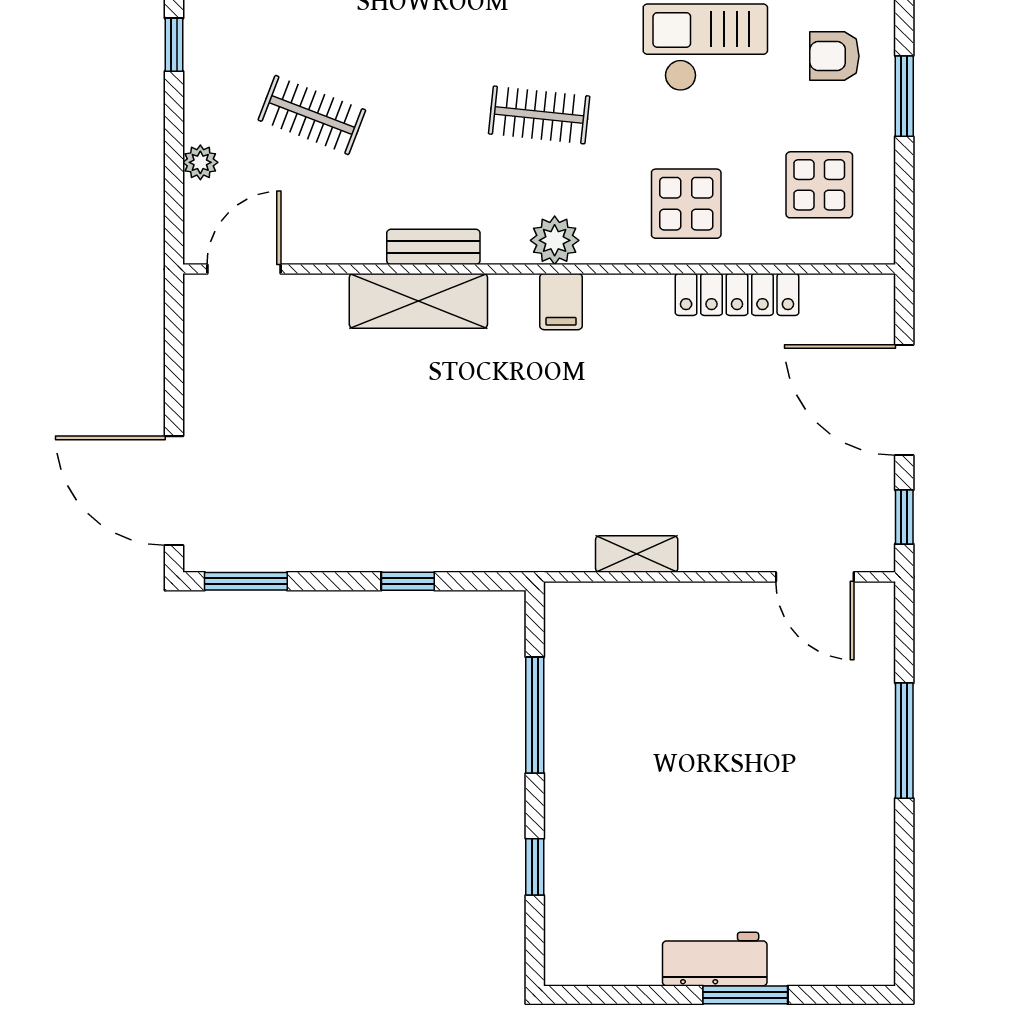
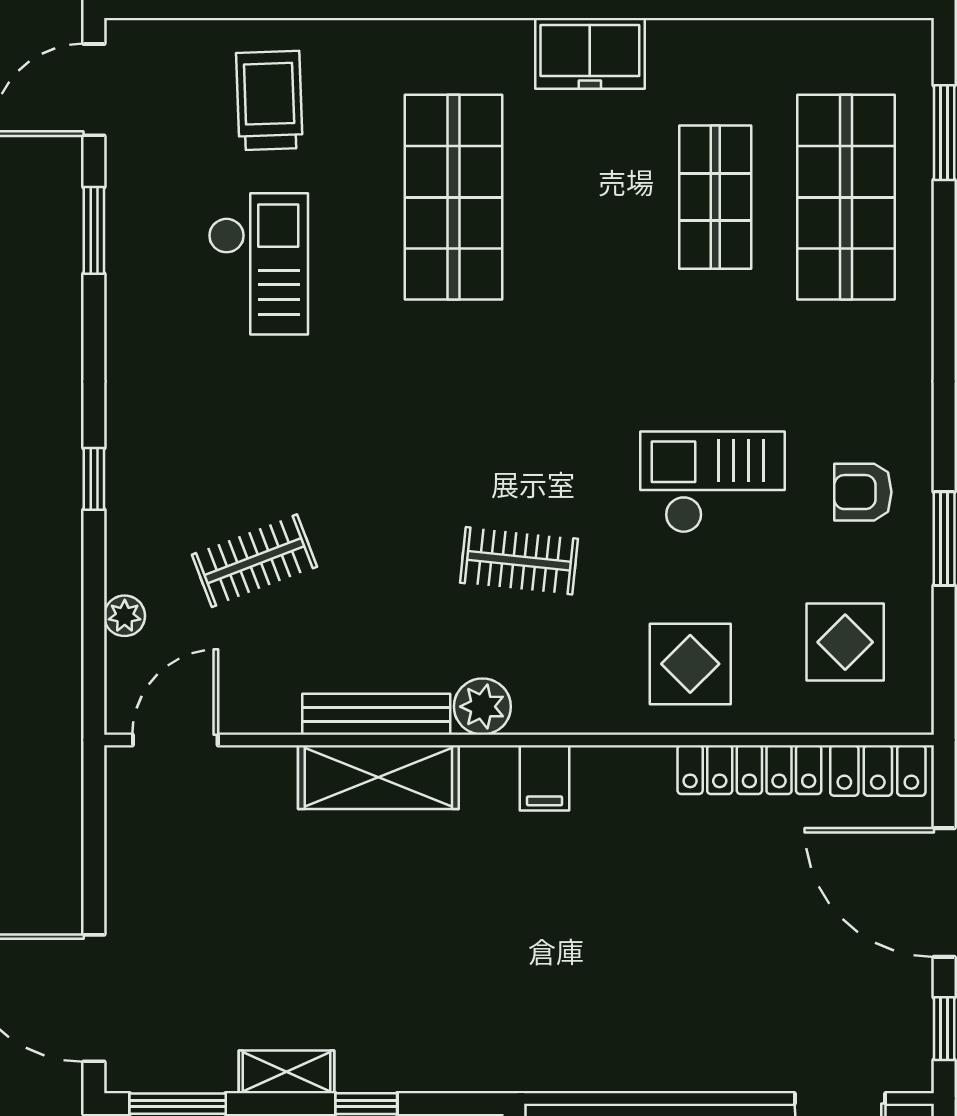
clothes rail: (312, 115) -> (254, 561), turned -42
plant: (555, 240) -> (482, 707), moved
bench: (433, 247) -> (376, 714), width x1.36
locker: (847, 295) -> (878, 770), added
shelving: (637, 554) -> (287, 1072), moved

